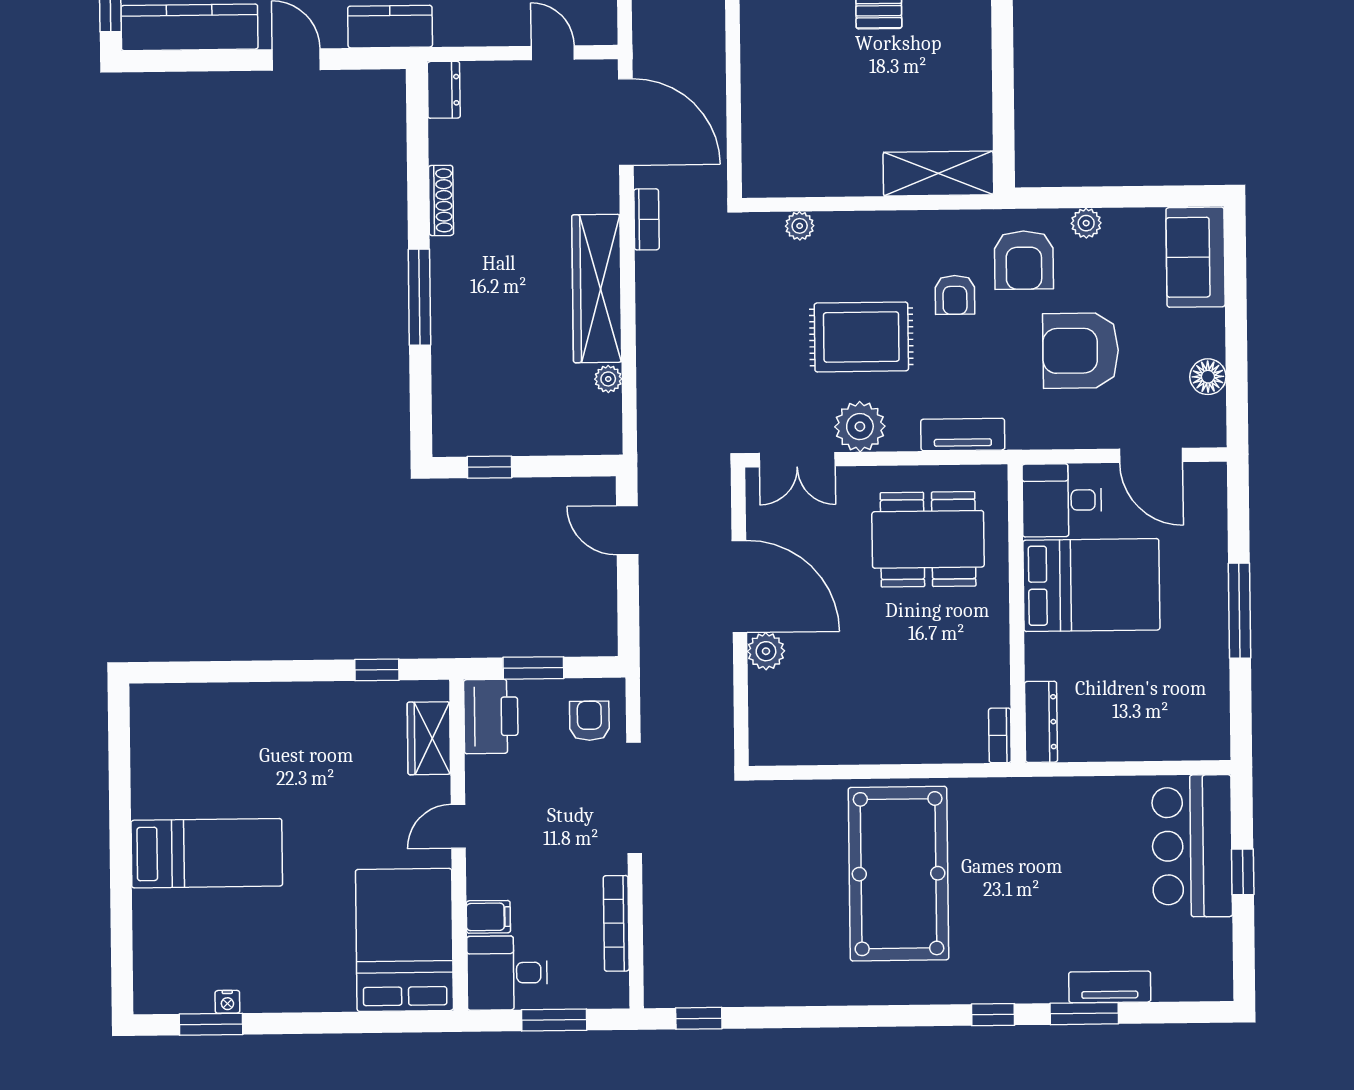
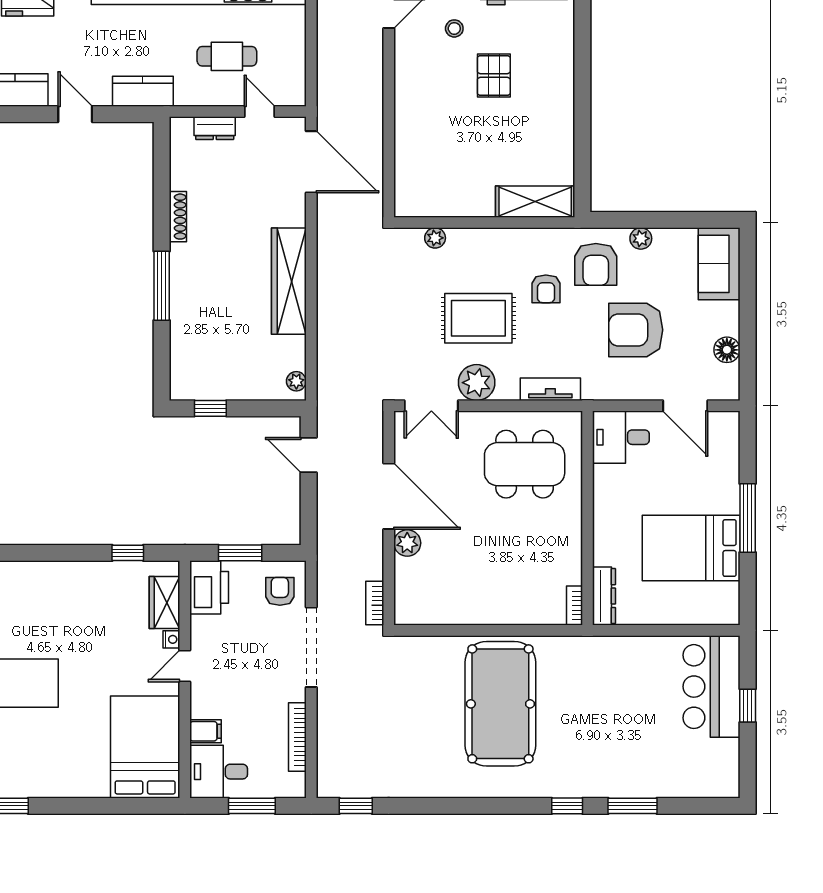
dresser: (444, 90) -> (215, 128), moved, turned 90
bookcase: (646, 219) -> (375, 603), moved, turned 180
plant: (608, 379) -> (296, 381), moved
bed: (1091, 585) -> (691, 548), moved, turned 180
tv unit: (1110, 987) -> (651, 787), removed
nightstand: (227, 1002) -> (171, 639), moved, turned -90

